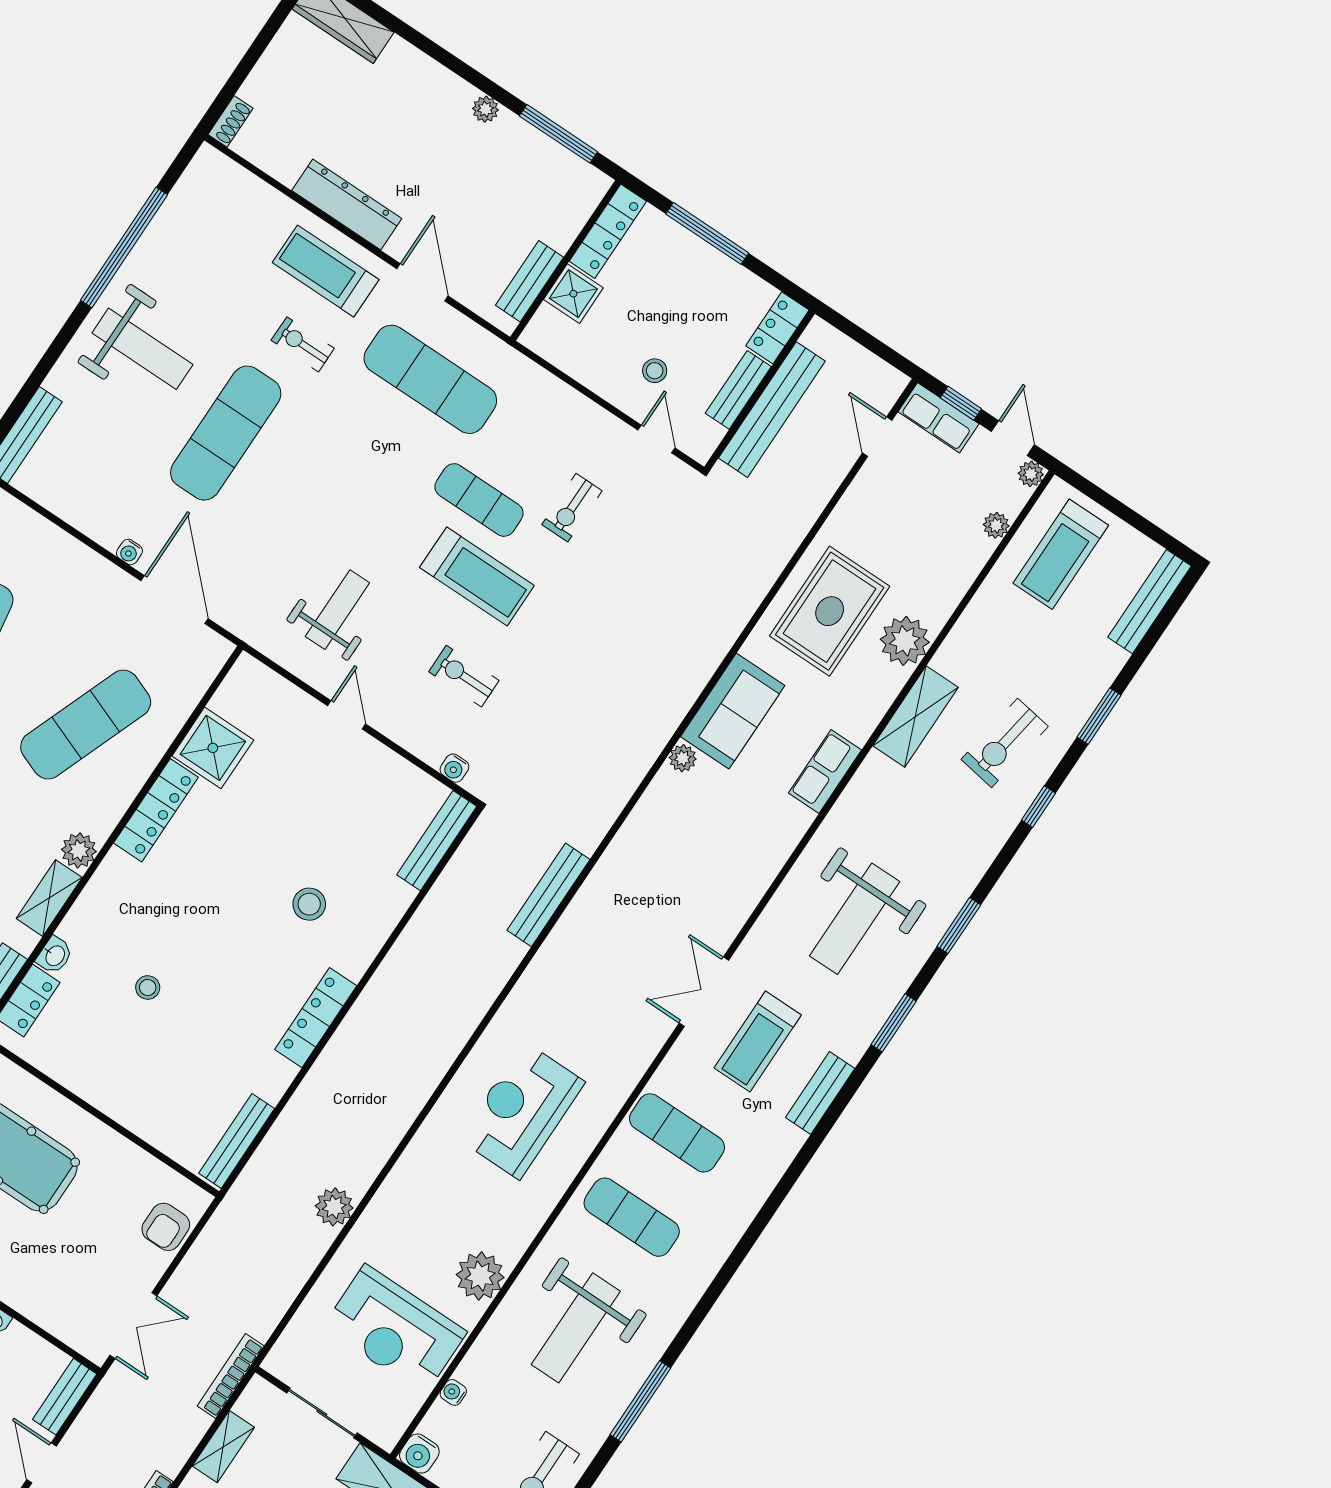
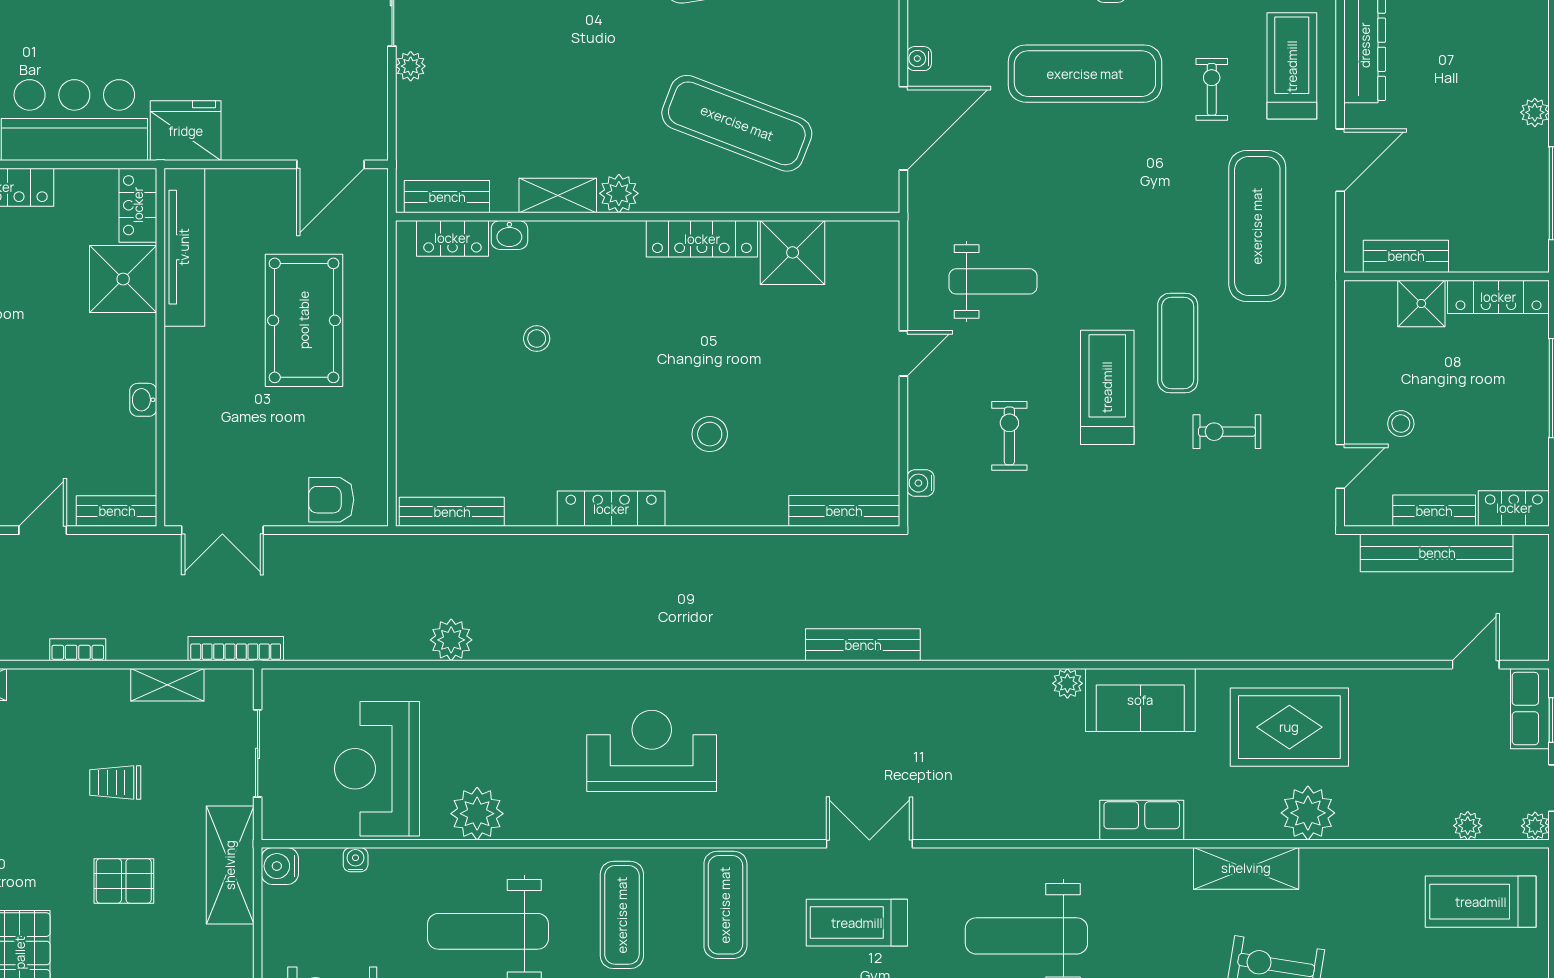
treadmill: (477, 577) -> (1107, 387), turned 180

